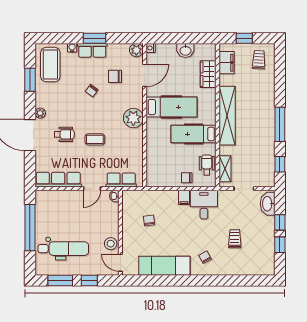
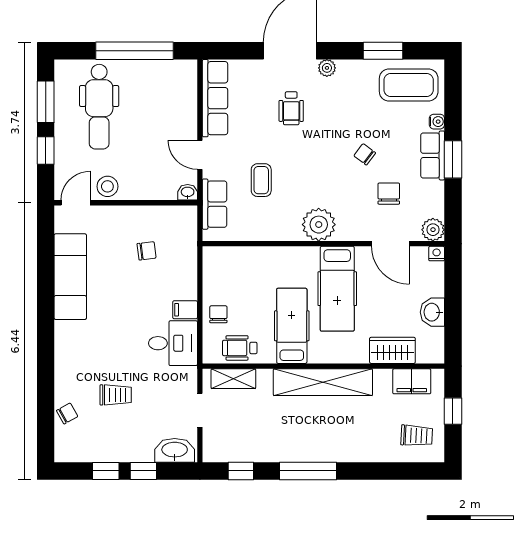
coffee table: (95, 139) -> (261, 180), moved
wheelchair: (207, 165) -> (240, 348), turned 180
chair: (205, 257) -> (67, 413), moved

